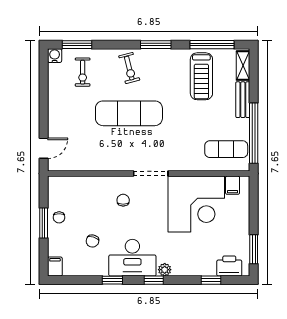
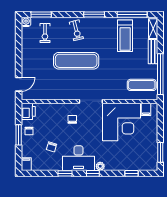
printer: (229, 266) -> (28, 111), moved, turned 90

